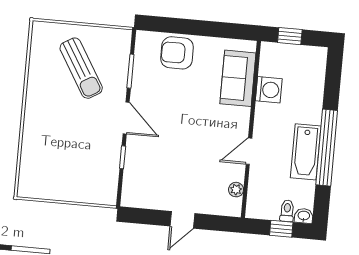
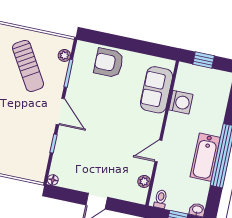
plant: (123, 50) -> (64, 55), added
floor lamp: (127, 201) -> (53, 180), added
toilet: (287, 211) -> (161, 199), moved

